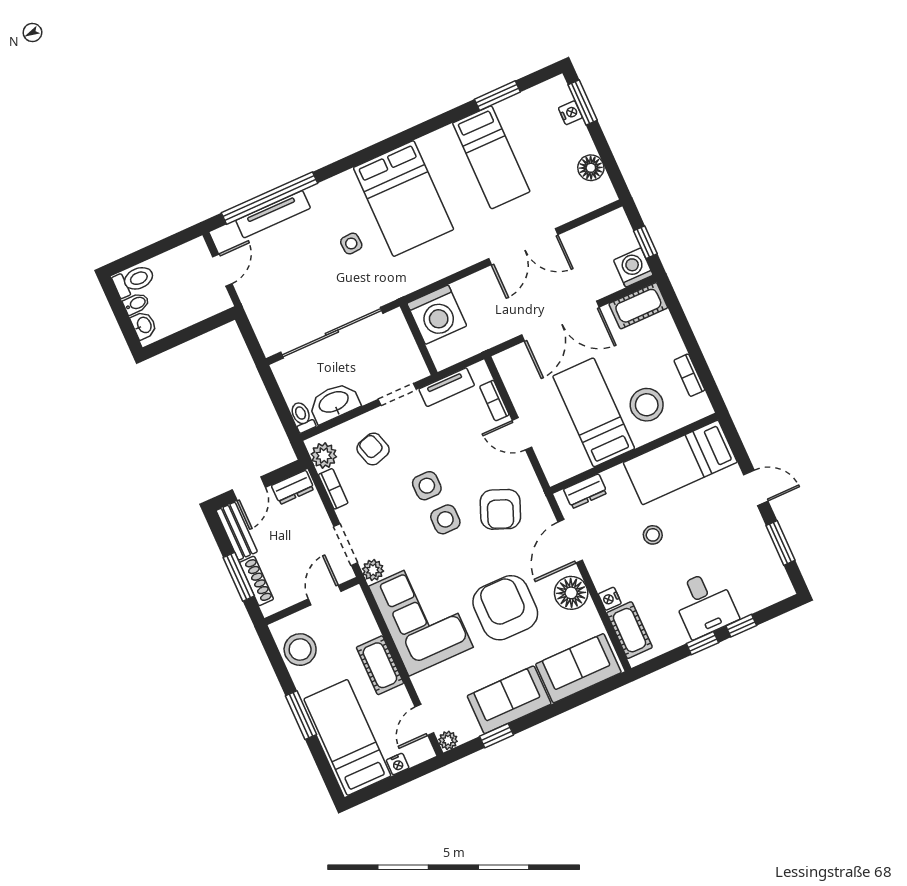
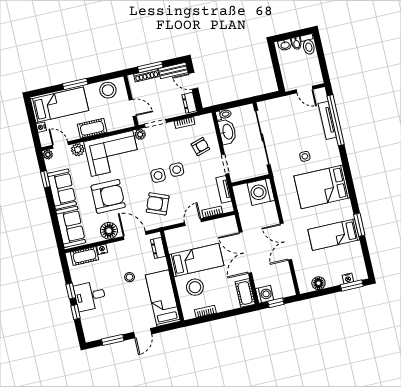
window: (497, 96) -> (359, 225), moved
plant: (324, 455) -> (78, 150), moved

